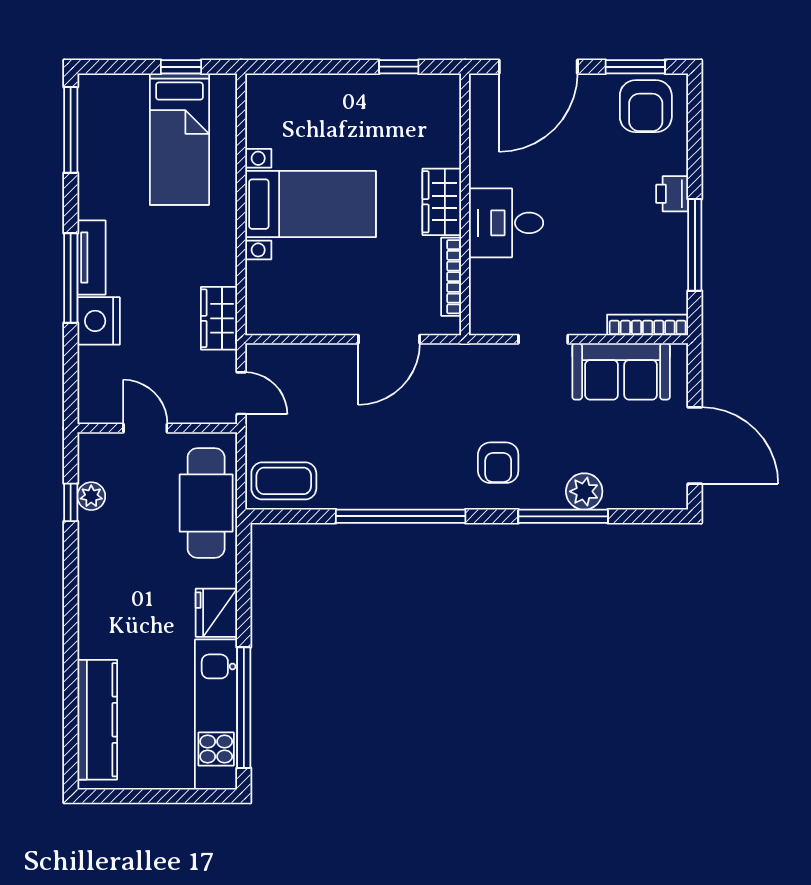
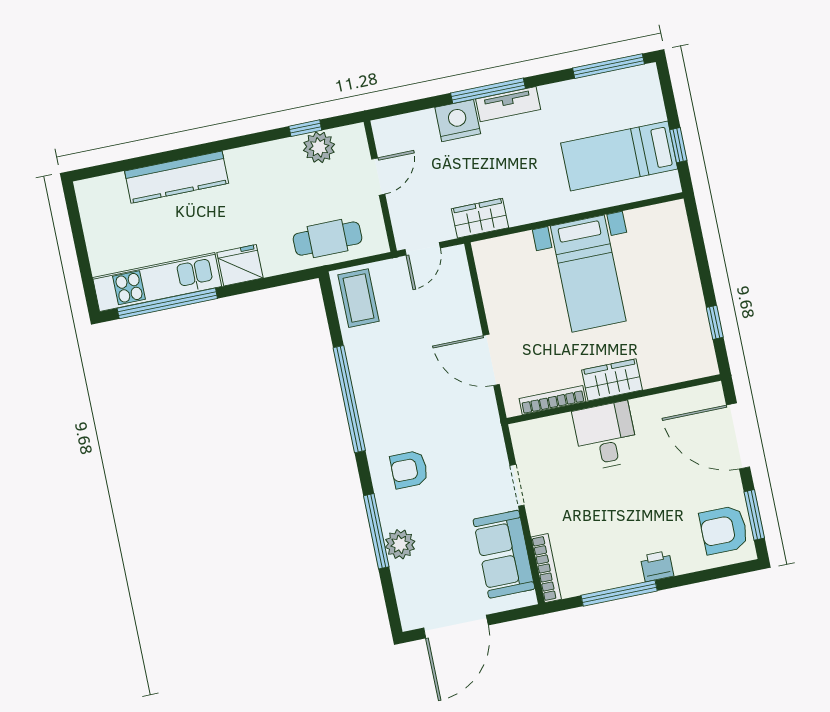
plant: (91, 496) -> (319, 147), width x1.38, depth x1.38
cafe table: (206, 503) -> (328, 239), width x0.73, depth x0.74
kitchen counter: (97, 720) -> (177, 177), moved

